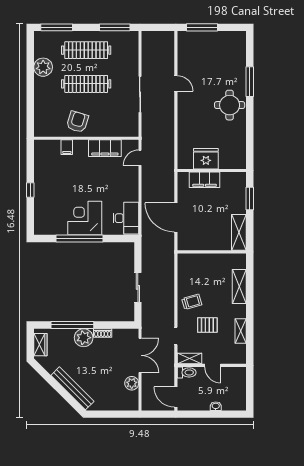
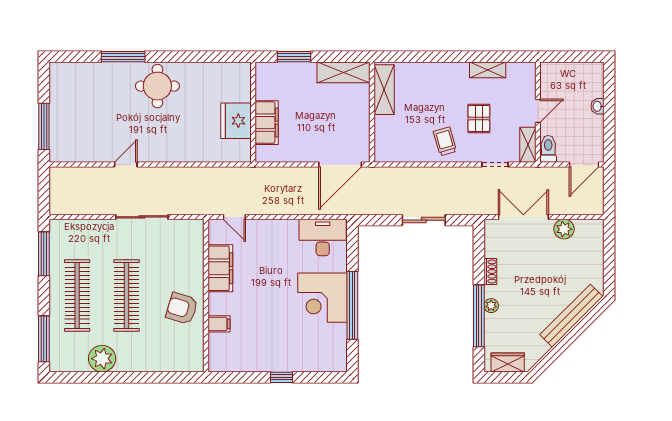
door: (176, 217) -> (340, 165), moved
shelving: (239, 286) -> (384, 90), moved, turned 90
plant: (84, 338) -> (491, 306), width x0.53, depth x0.53

